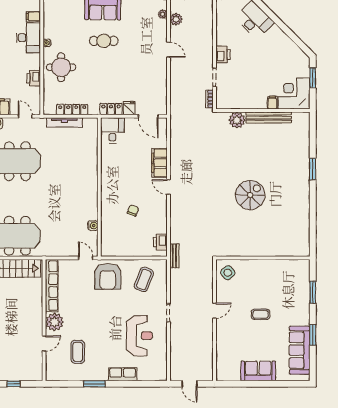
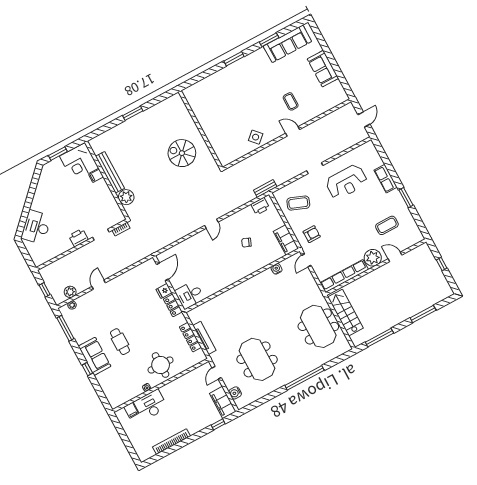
printer: (34, 78) -> (182, 383), removed
filing cabinet: (159, 163) -> (286, 240), moved, turned 90
wall: (263, 258) -> (201, 130), moved
armchair: (108, 276) -> (312, 234), width x0.53, depth x0.53
coffee table: (261, 314) -> (291, 101), moved
reception desk: (139, 336) -> (346, 182), turned 180

